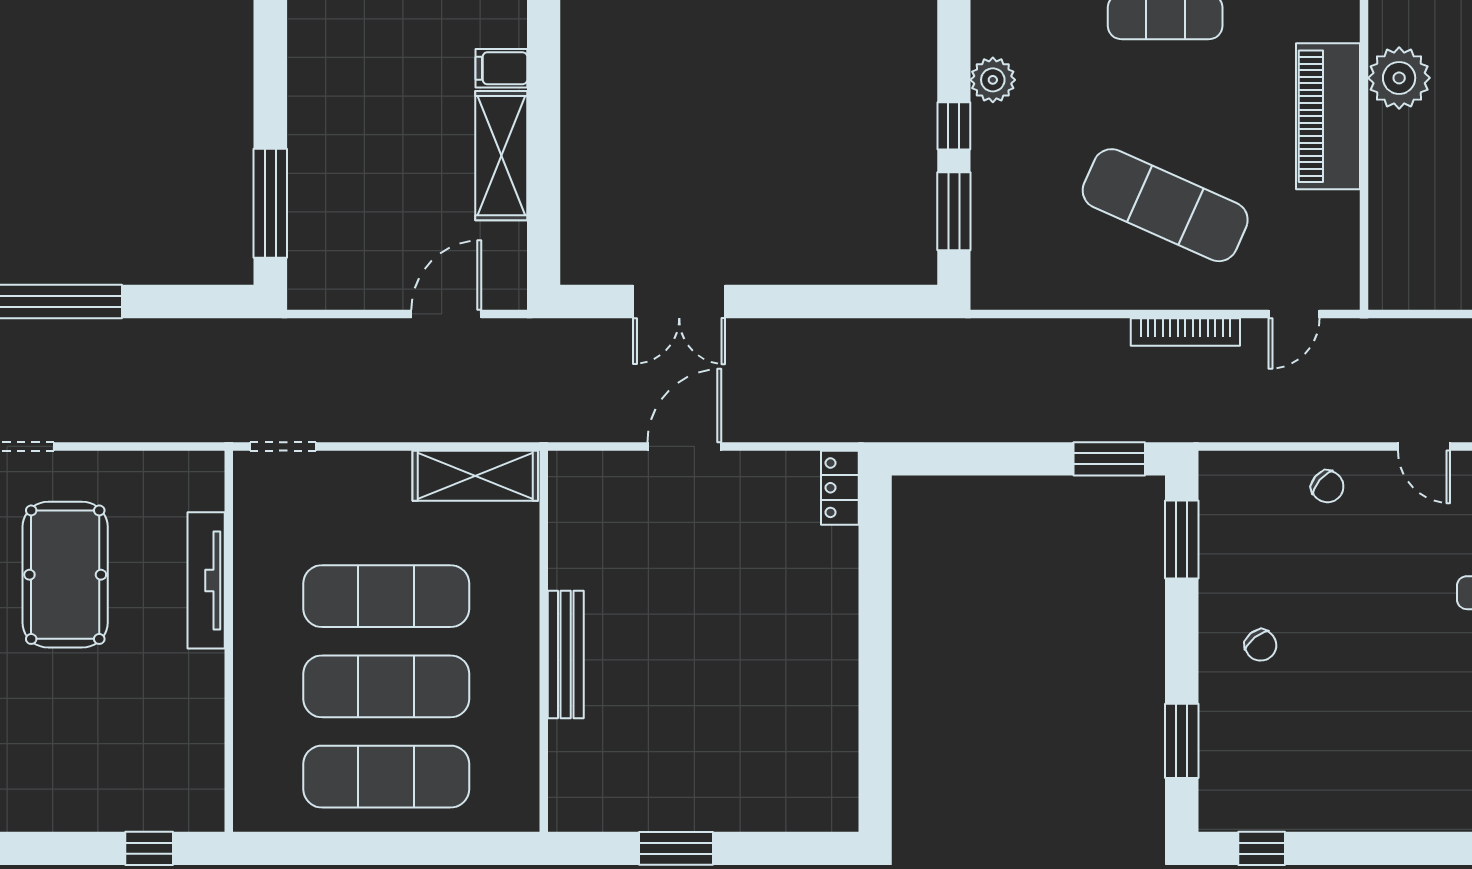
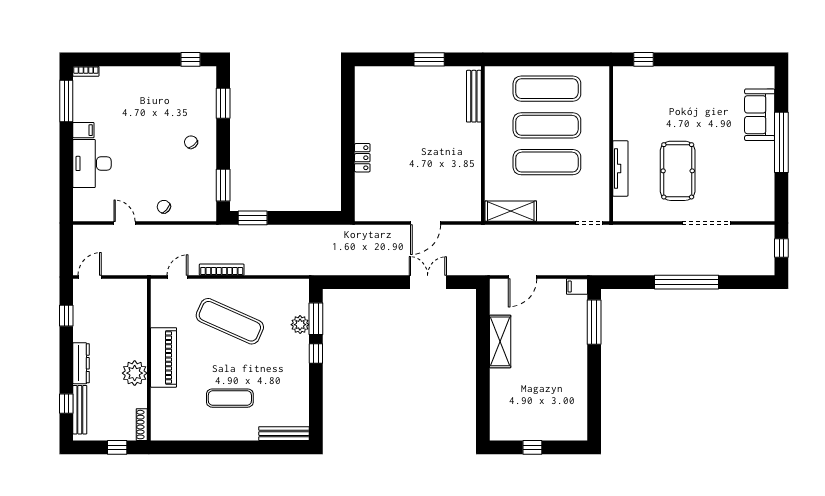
filing cabinet: (501, 68) -> (577, 287), moved, turned 180
plant: (993, 80) -> (300, 325), moved
locker: (840, 488) -> (362, 158), moved
bench: (566, 654) -> (474, 96), moved

